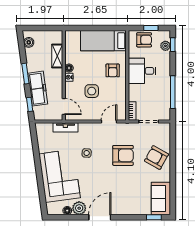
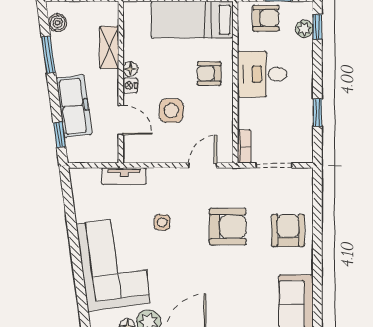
armchair: (113, 70) -> (209, 73), turned 90
window: (25, 74) -> (48, 55), moved
window: (173, 92) -> (317, 113), width x0.46
door: (64, 107) -> (121, 120), moved
armchair: (156, 158) -> (288, 230), turned 61

